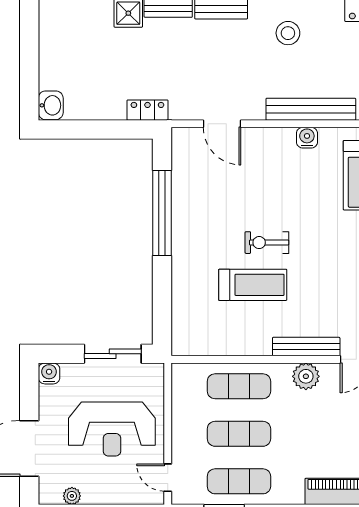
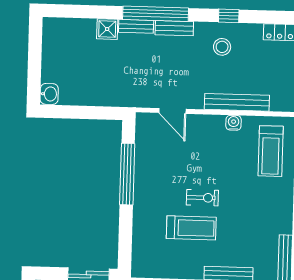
locker: (147, 110) -> (119, 99), removed
exercise bike: (267, 243) -> (202, 198), turned 180

